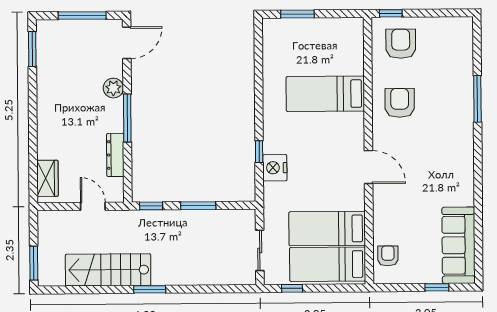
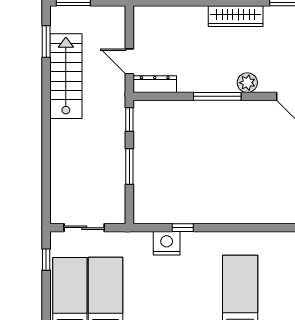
dresser: (115, 155) -> (155, 84), moved
wardrobe: (47, 178) -> (236, 16), moved, width x1.50
door: (93, 206) -> (129, 61), swing flipped
window: (150, 289) -> (46, 42), moved

